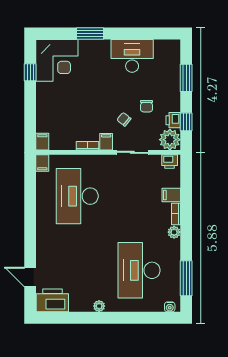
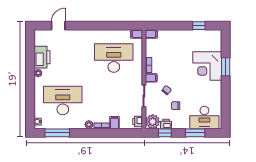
desk: (132, 56) -> (204, 118), moved, turned 90
corner desk: (57, 60) -> (207, 66), moved
printer: (52, 300) -> (42, 57), moved

